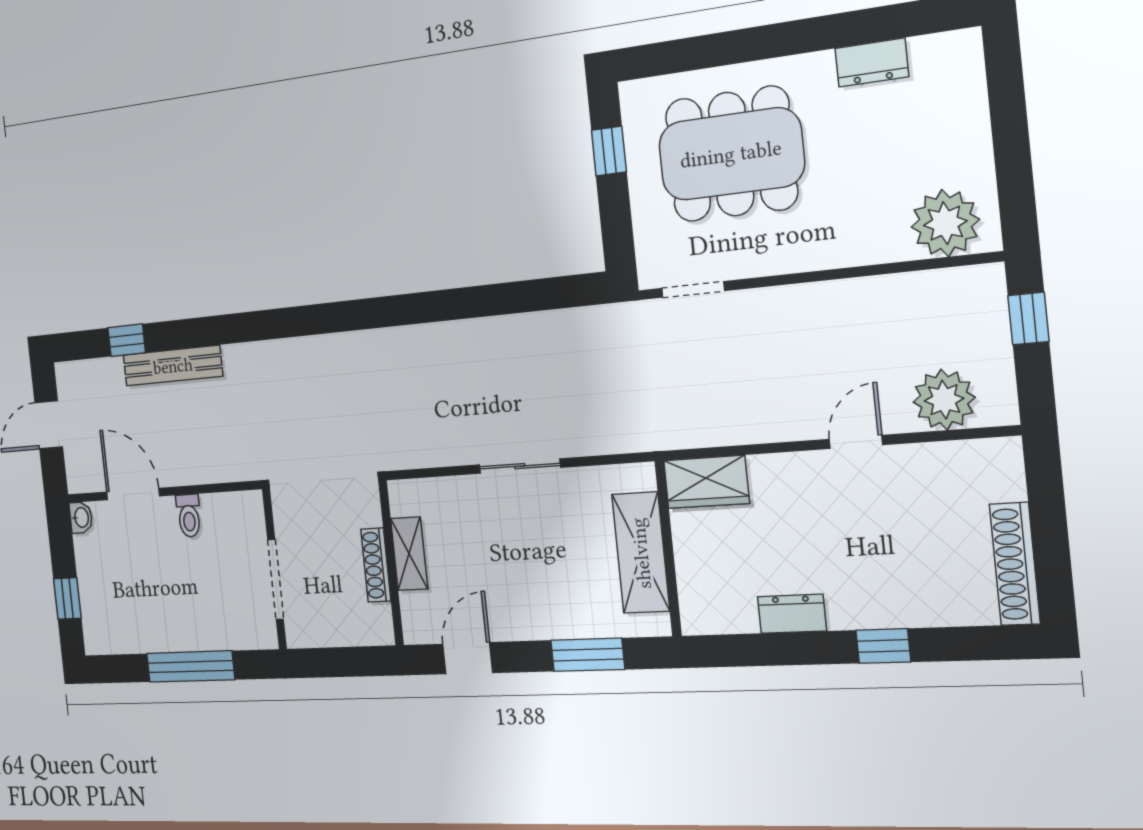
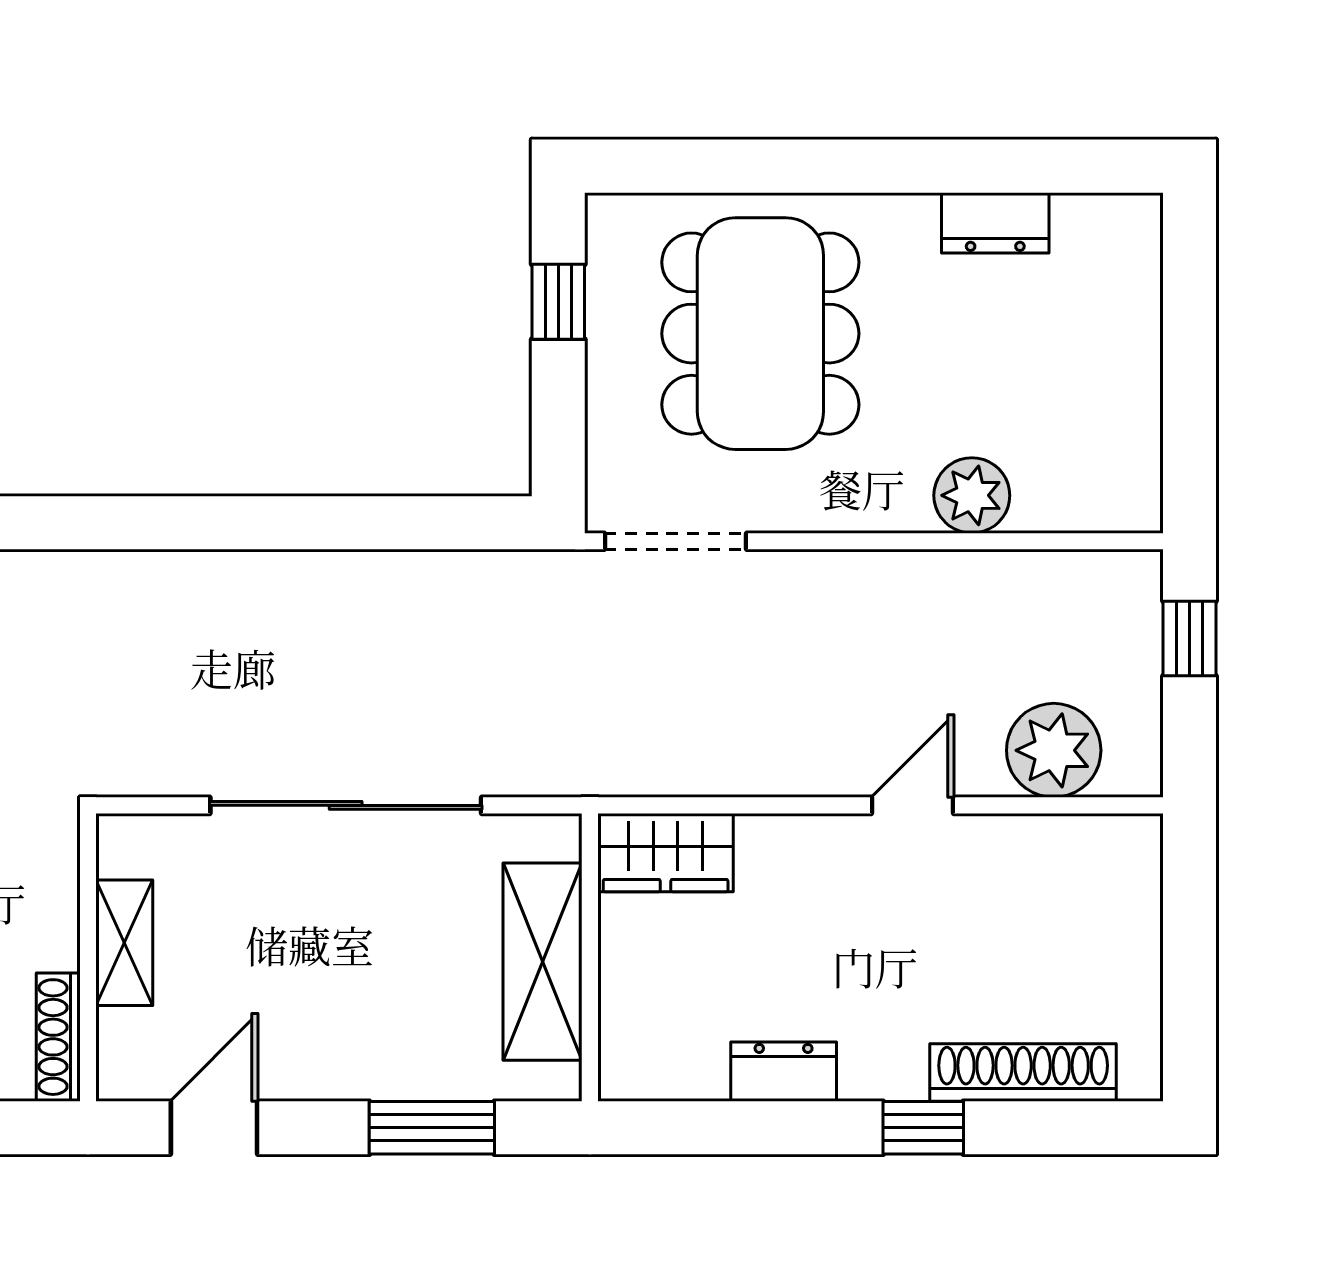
dining table: (731, 154) -> (760, 334), turned 90
plant: (945, 223) -> (972, 495), moved, width x0.73, depth x0.73
doorway: (693, 290) -> (675, 541), width x1.38
sliding door: (520, 466) -> (346, 805), width x1.86
shoe rack: (1015, 564) -> (1023, 1073), moved, turned 90
shoe rack: (376, 565) -> (58, 1037), moved

